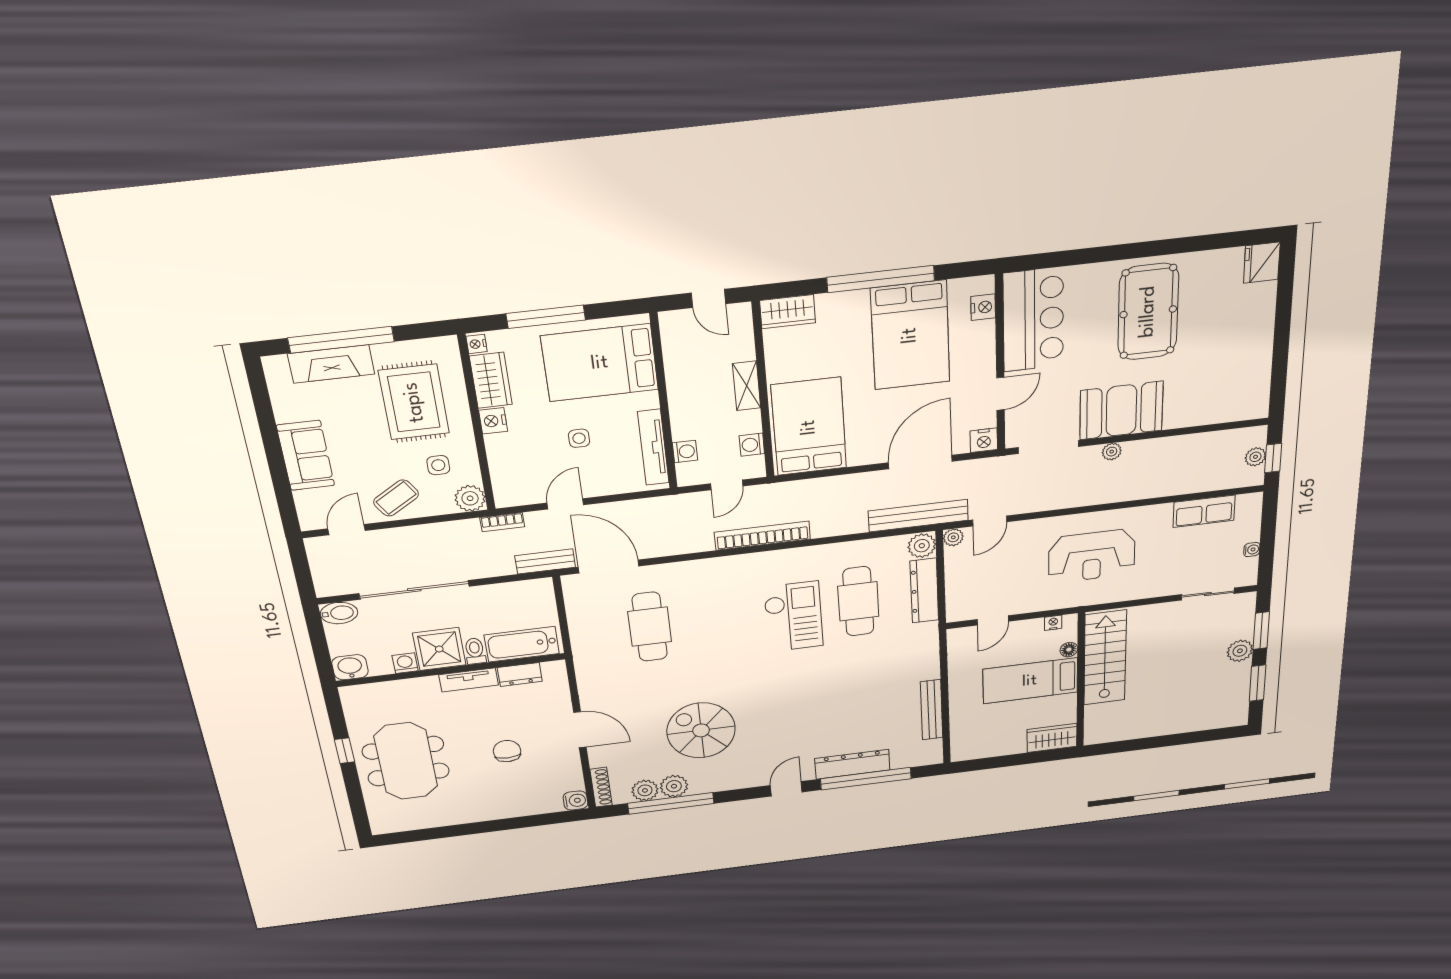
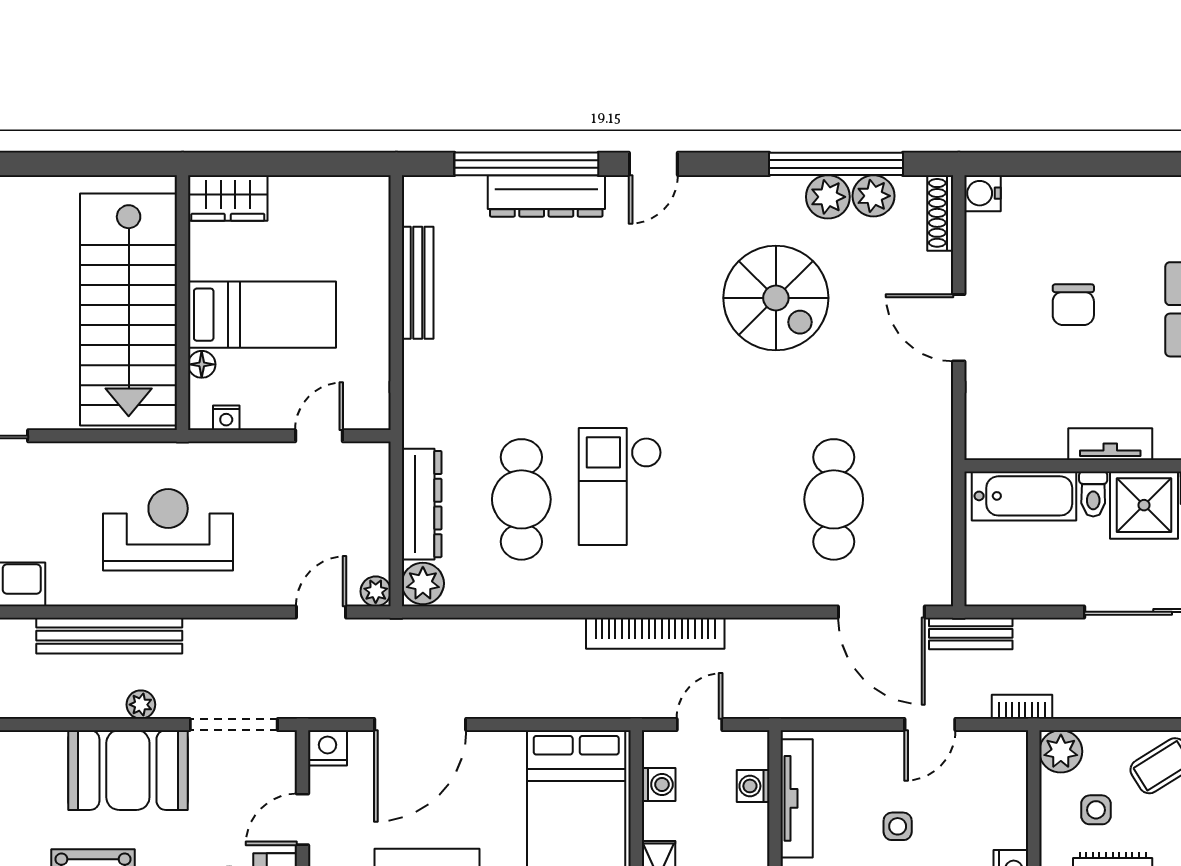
bench: (918, 516) -> (109, 636), moved
stairs: (1105, 658) -> (129, 310), width x1.36, depth x1.51
dresser: (520, 674) -> (1034, 442), removed

